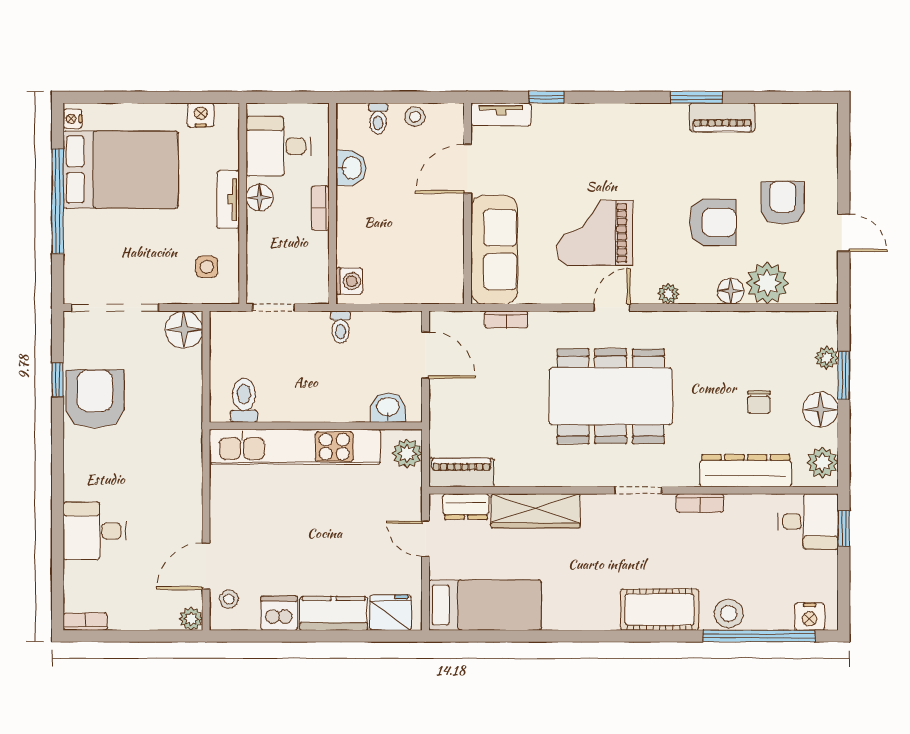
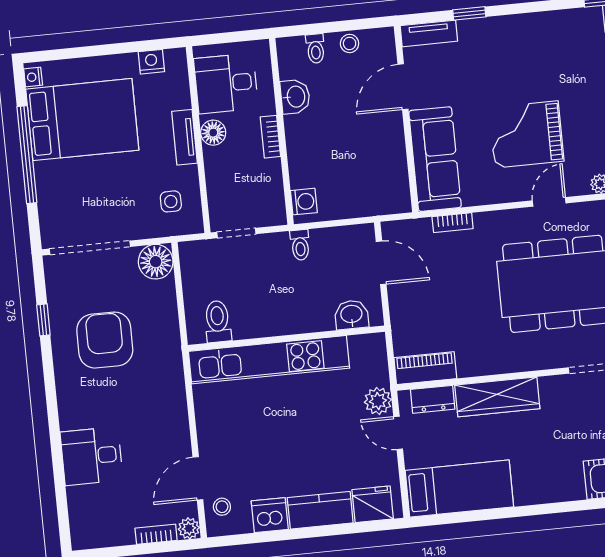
armchair: (95, 399) -> (105, 340), moved
plant: (407, 453) -> (378, 401), moved
bookcase: (85, 622) -> (156, 534), moved

